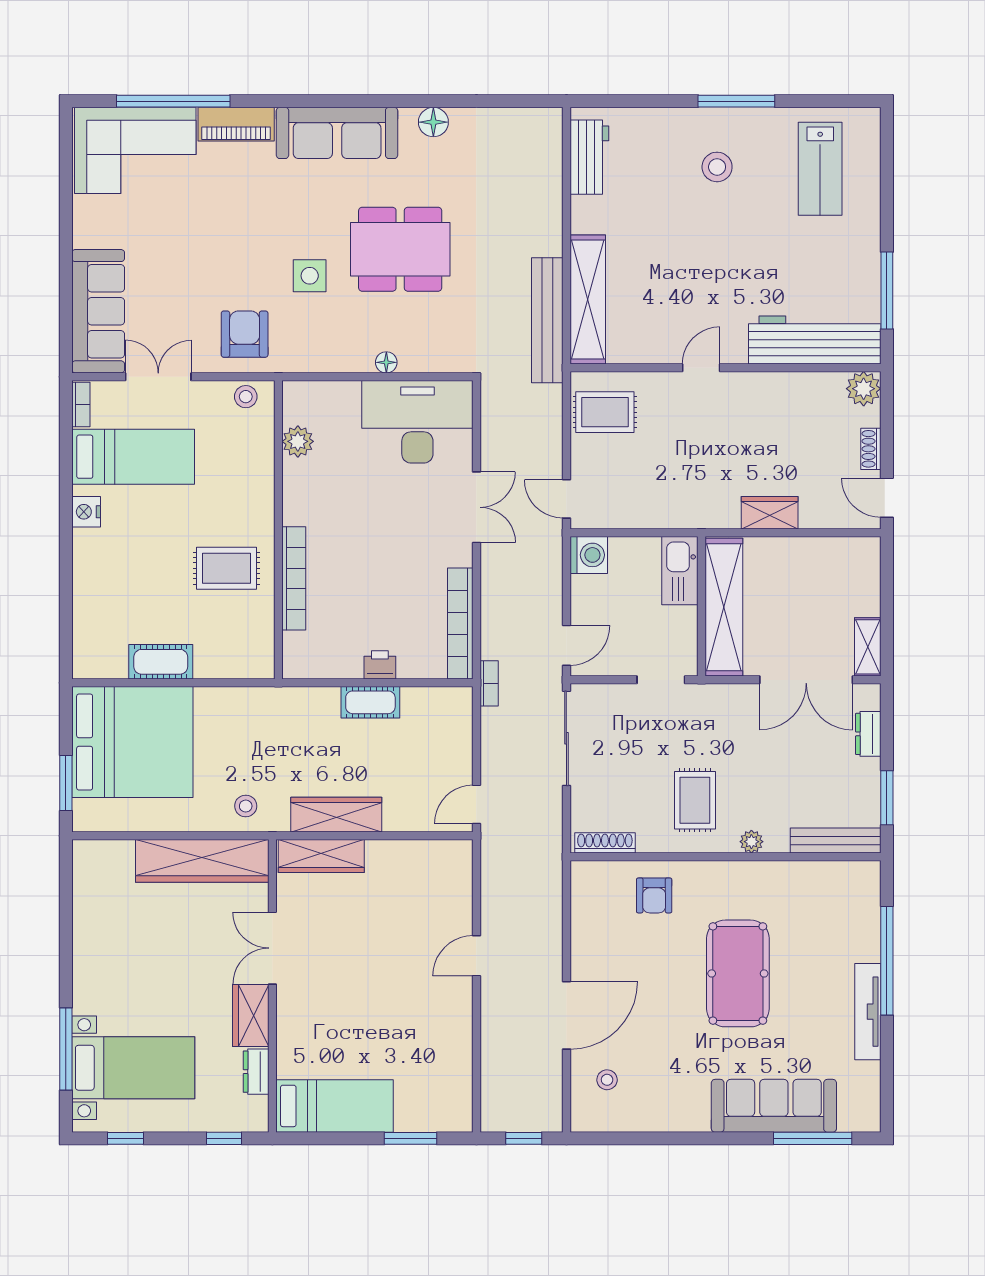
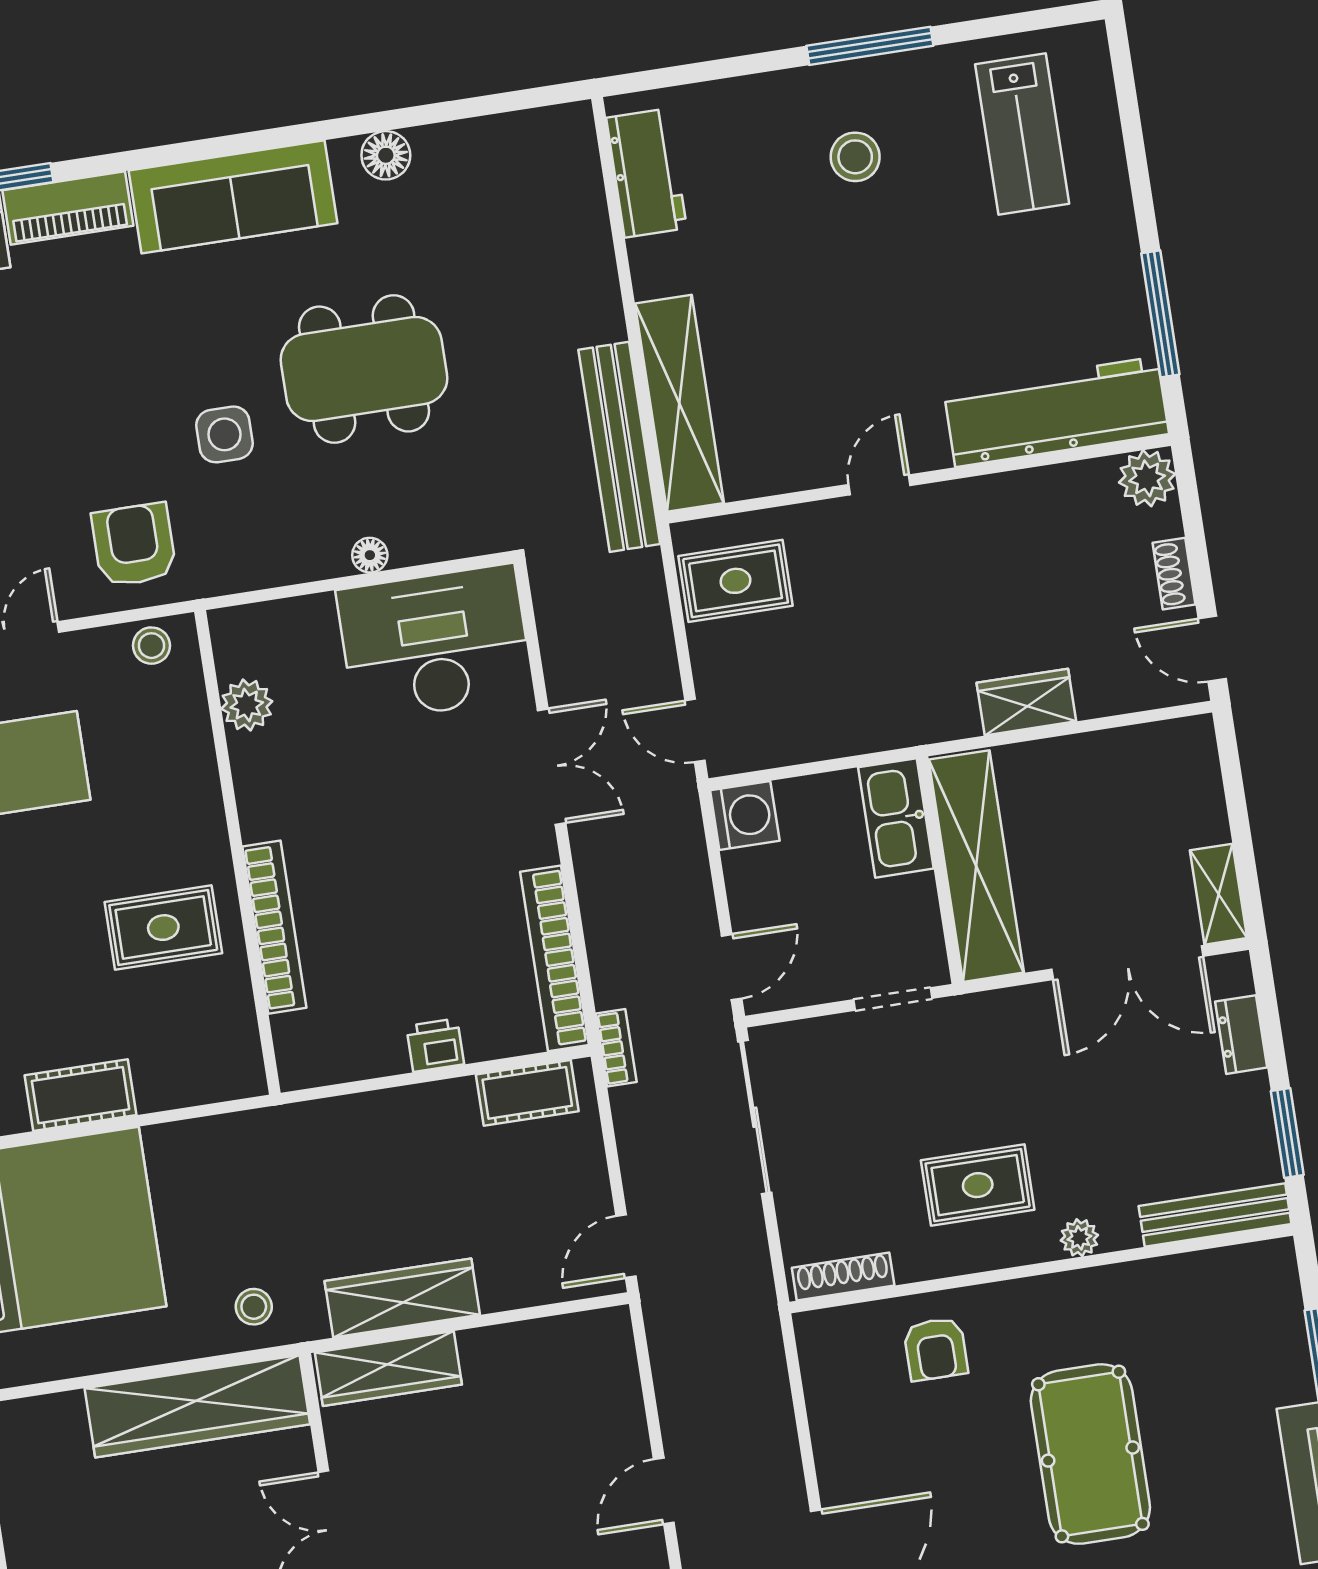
cot: (370, 702) -> (527, 1093), moved
rug: (695, 800) -> (978, 1185), turned 90

